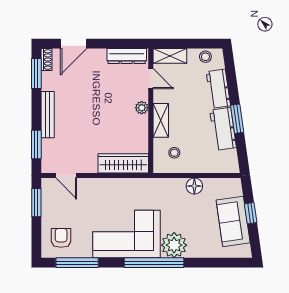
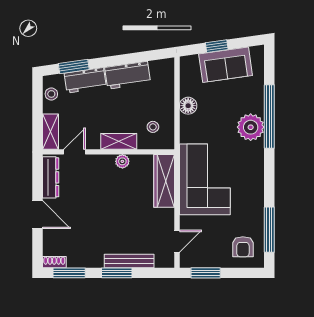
door: (74, 44) -> (37, 215), moved
plant: (142, 108) -> (122, 161), moved
bench: (48, 115) -> (129, 261), moved
window: (237, 119) -> (74, 67), moved
window: (36, 144) -> (117, 273), moved
corner sofa: (126, 234) -> (205, 179), moved, turned 180
armchair: (61, 238) -> (243, 247), turned -90
window: (154, 263) -> (269, 117), moved

